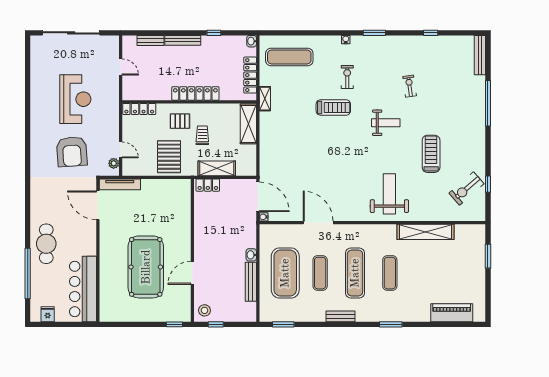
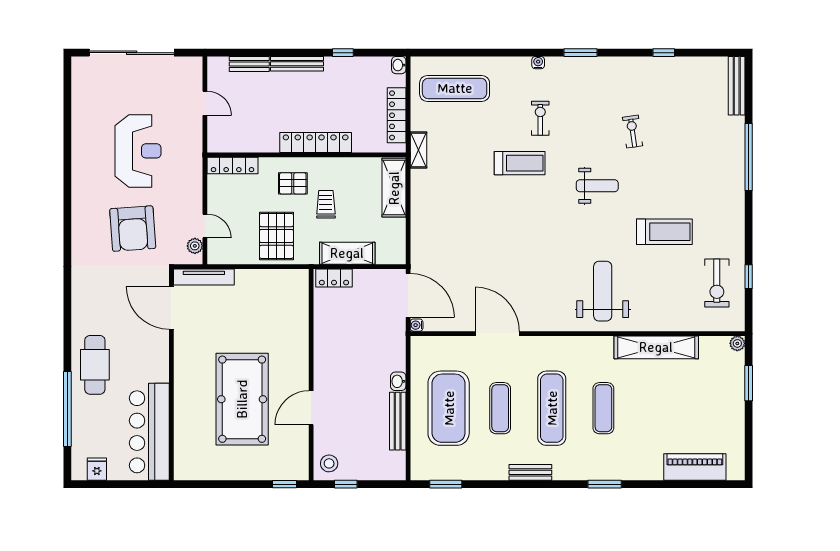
treadmill: (431, 154) -> (664, 232), turned 90
exercise bike: (467, 188) -> (717, 283), turned -49
plant: (480, 229) -> (737, 343), added

